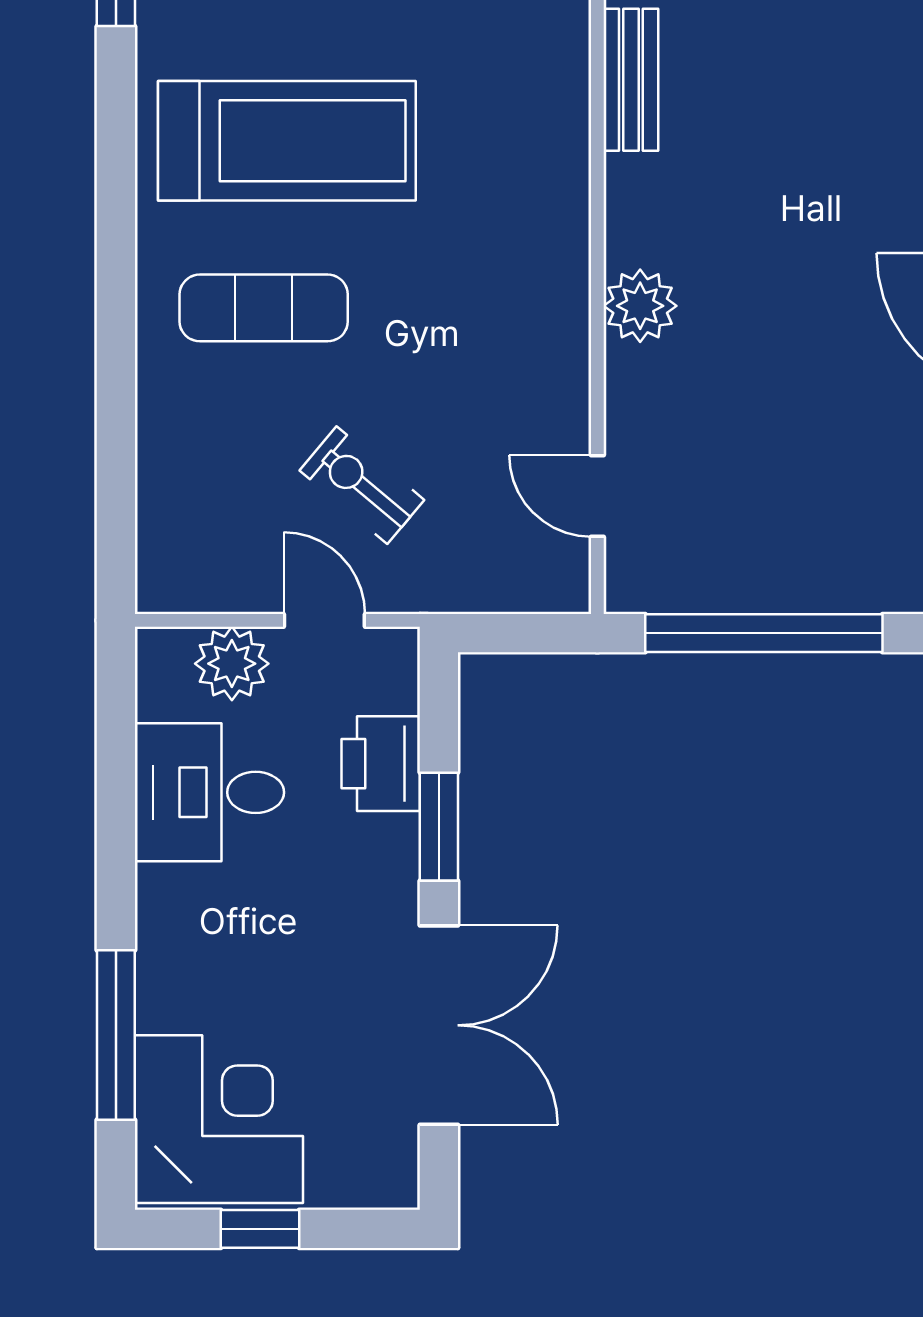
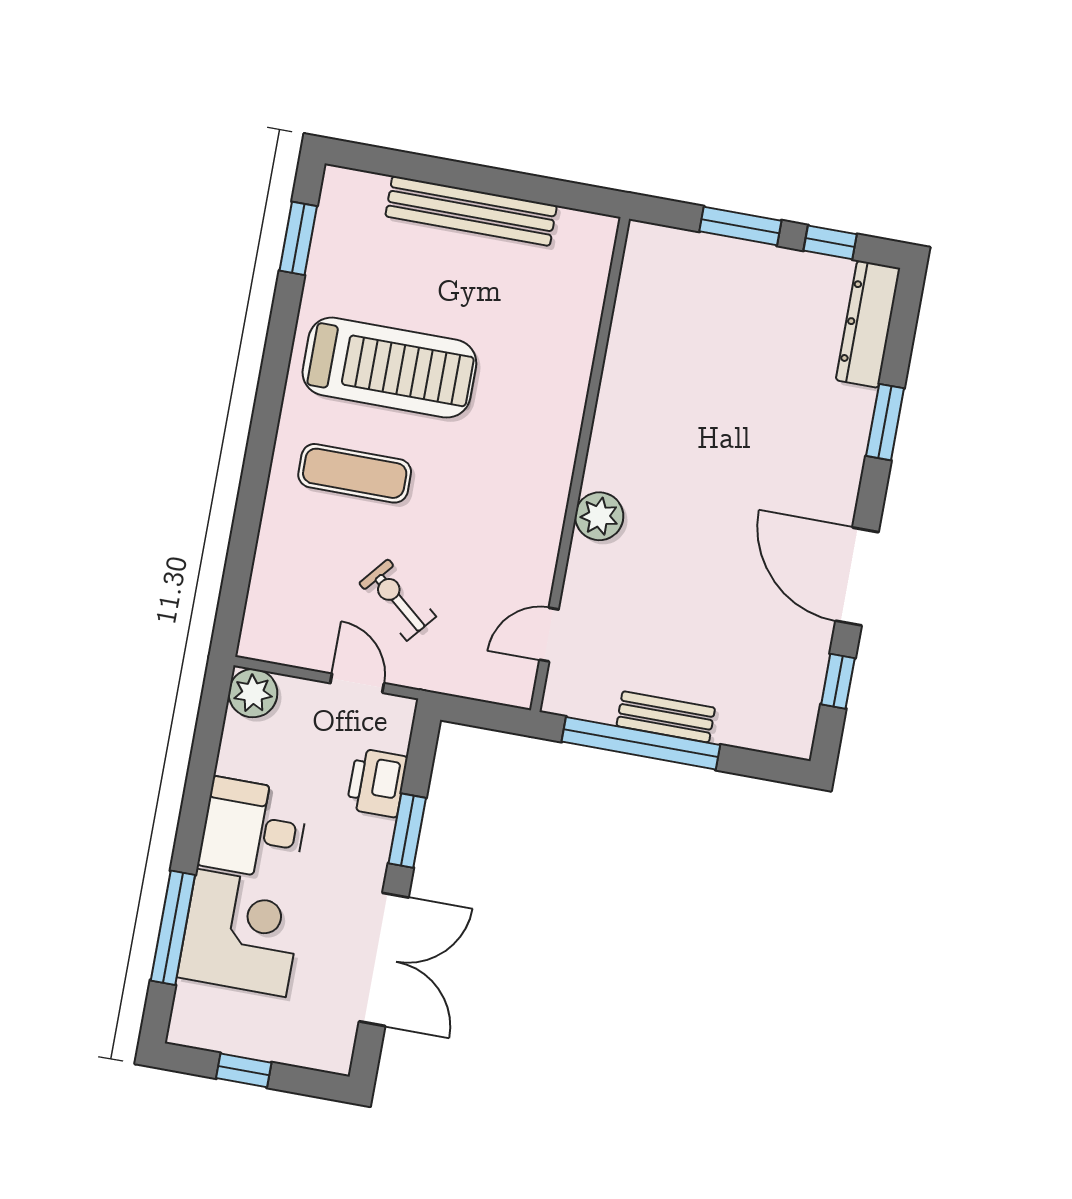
bench: (631, 80) -> (666, 717), moved, turned 90
door: (597, 496) -> (549, 635), hinge flipped
plant: (232, 664) -> (253, 693), moved
desk: (209, 792) -> (254, 829), moved
corner desk: (219, 1119) -> (241, 933), moved

